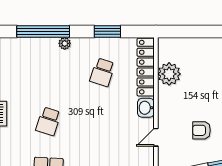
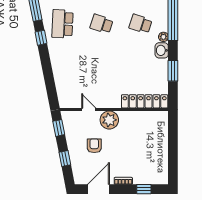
school desk: (102, 72) -> (140, 24), moved
plant: (169, 74) -> (109, 120), moved
washbasin: (146, 108) -> (162, 50), moved, turned -90

